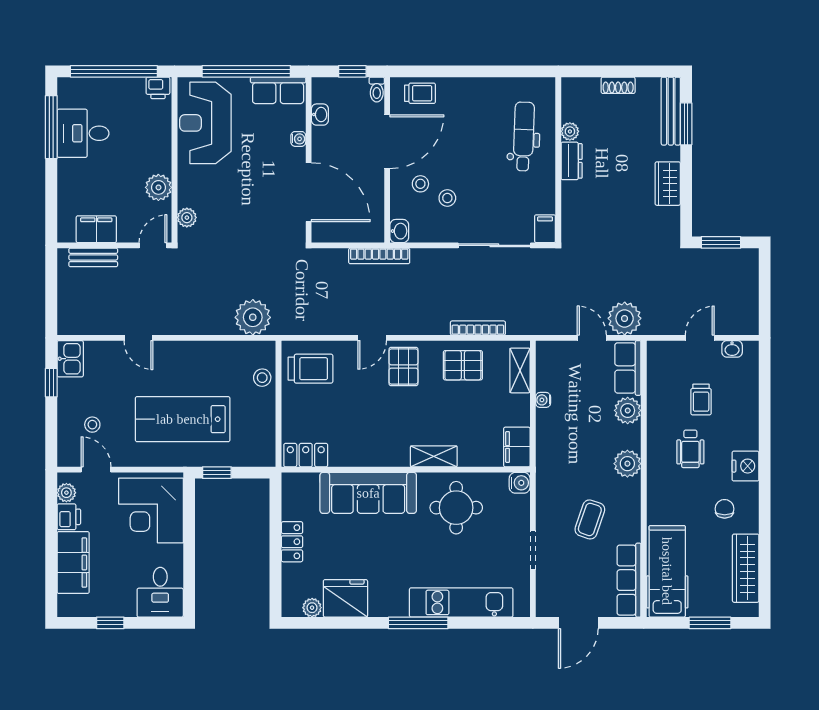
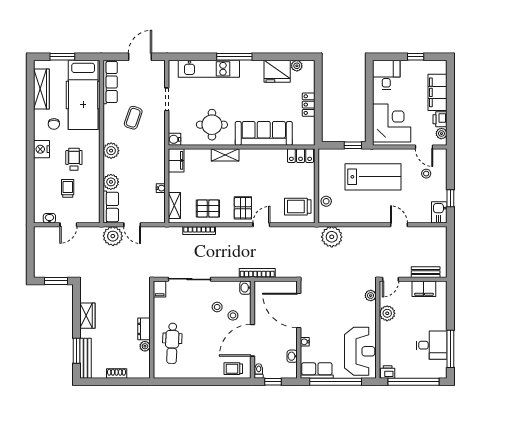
hospital bed: (667, 571) -> (83, 95), width x1.37, depth x1.29

